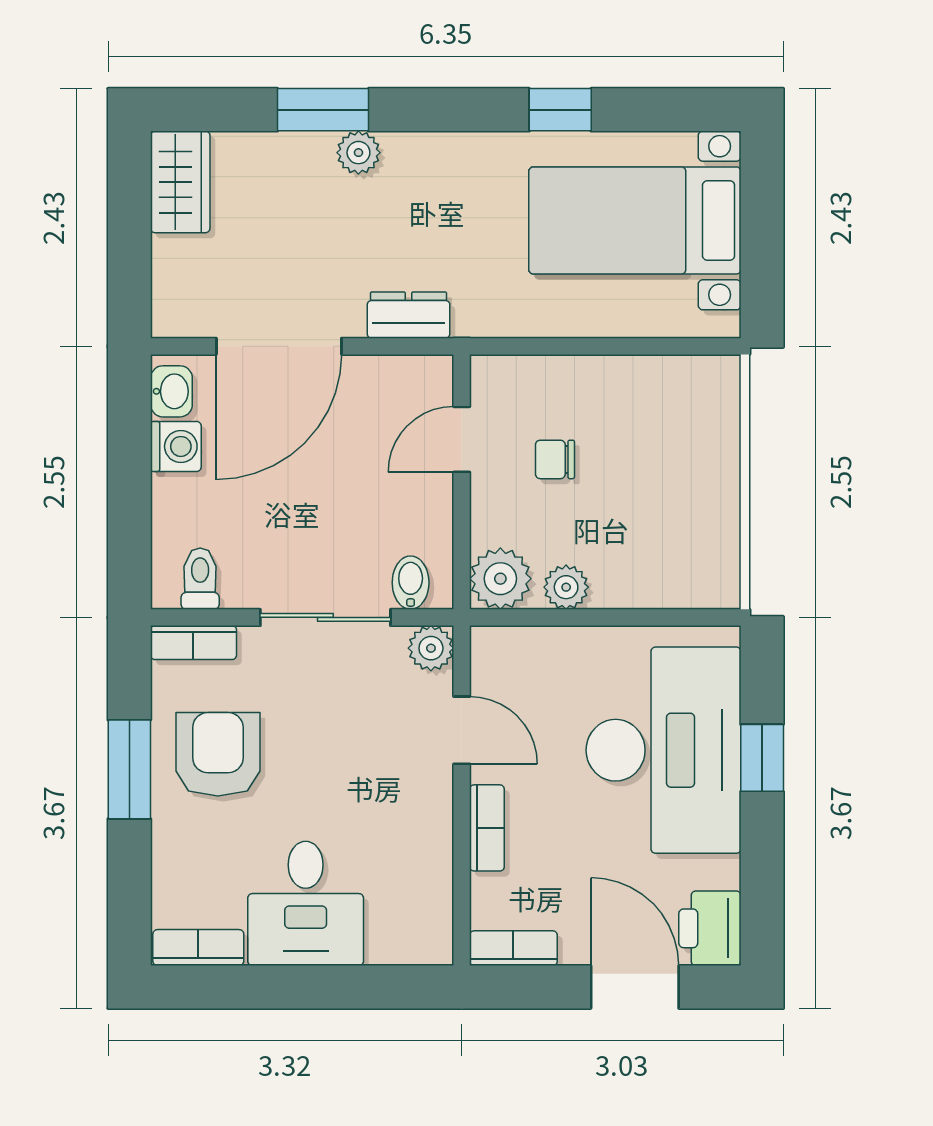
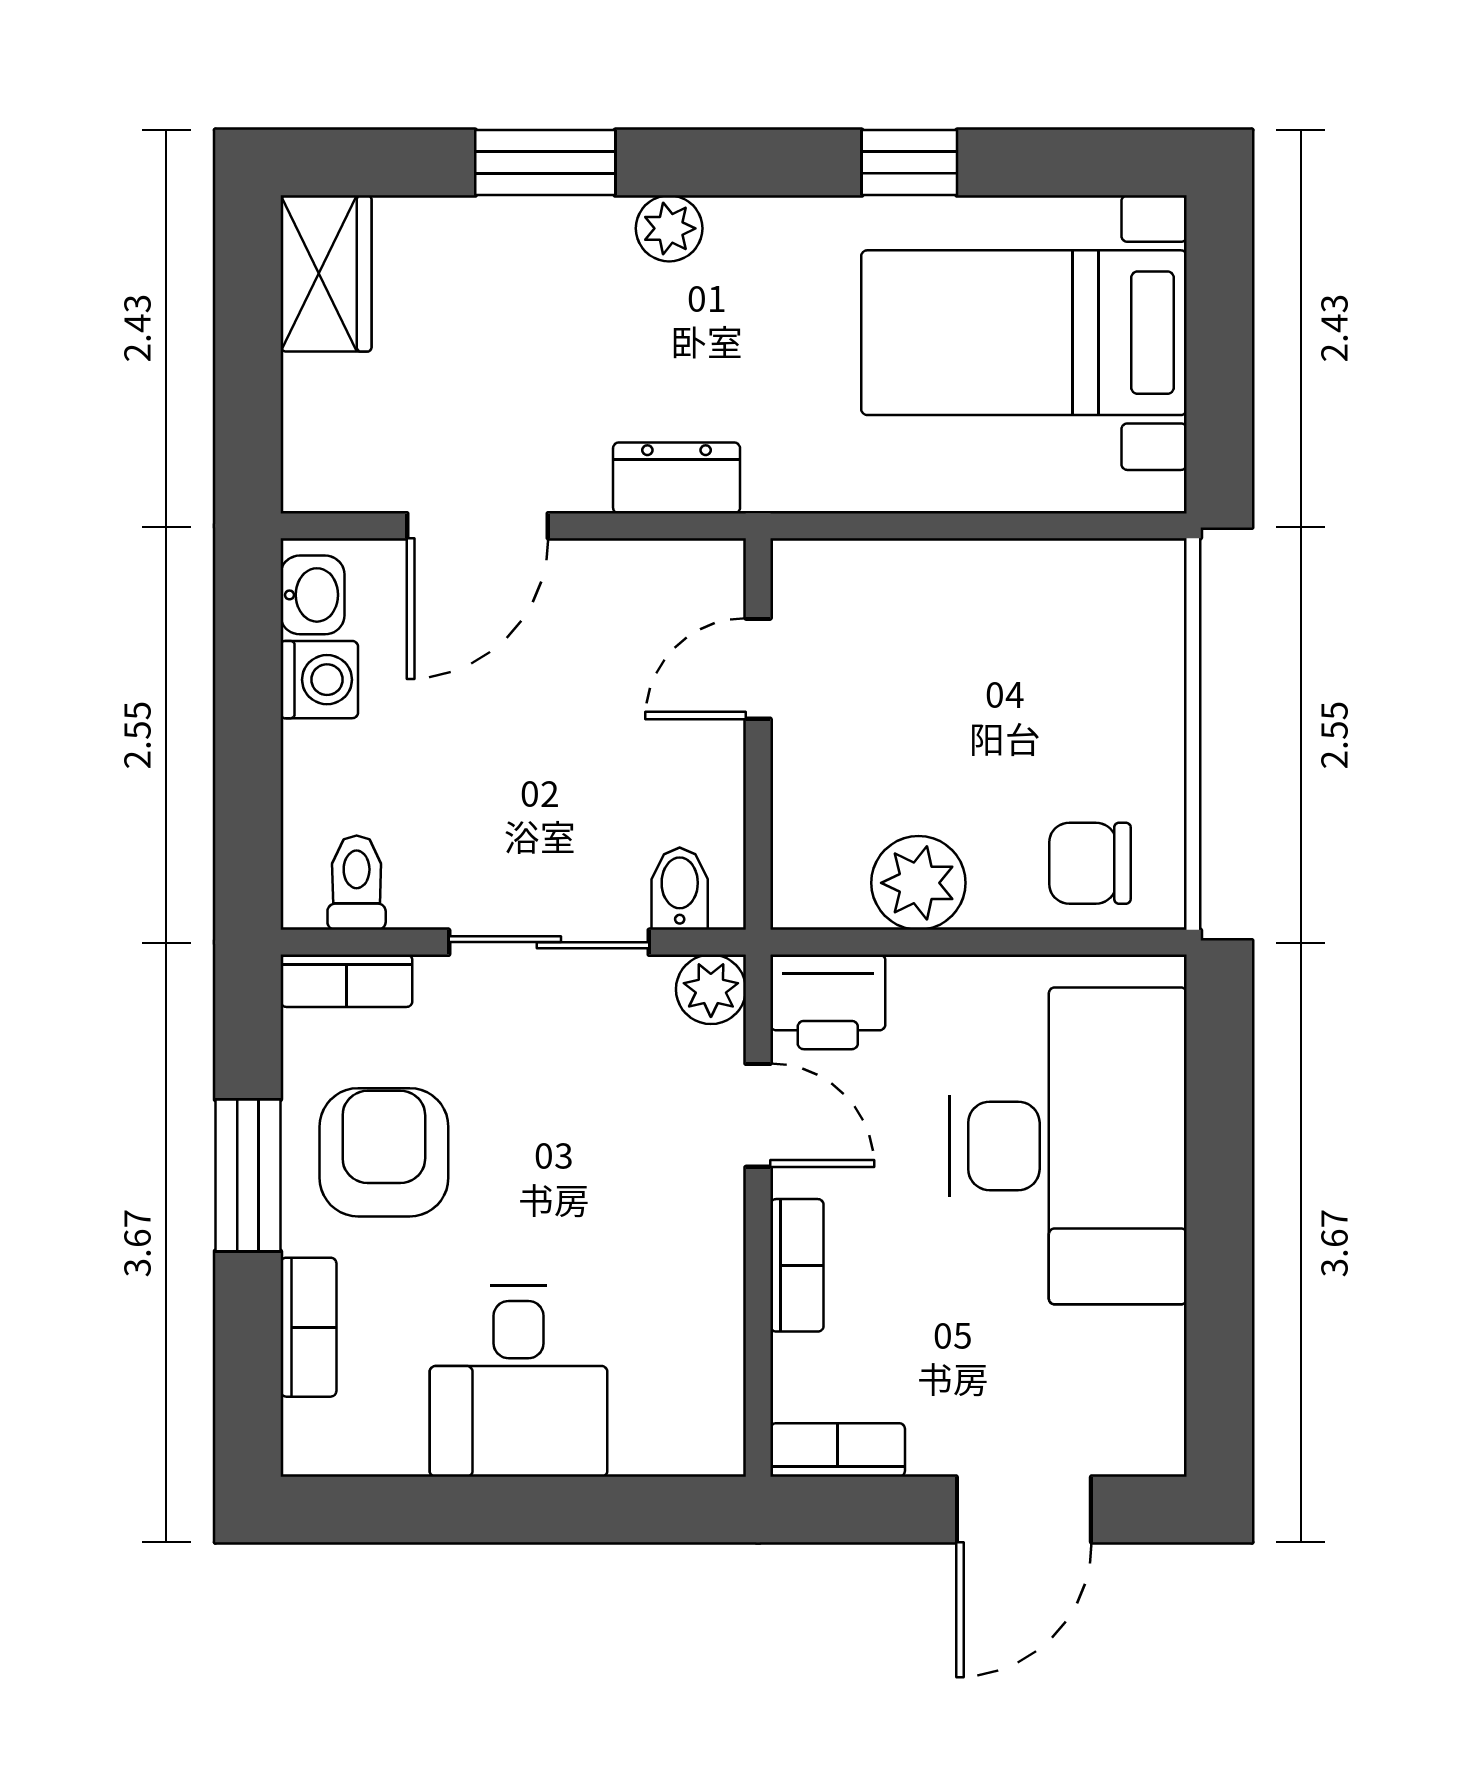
plant: (358, 153) -> (669, 228), moved
door: (279, 346) -> (478, 526), width x0.73
chair: (555, 459) -> (1090, 863), moved, width x1.37, depth x1.37
plant: (500, 579) -> (818, 883), removed
plant: (566, 587) -> (918, 883), width x1.38, depth x1.38
window: (762, 758) -> (1219, 1158), removed
printer: (710, 928) -> (828, 1002), moved, turned -90
bookcase: (198, 948) -> (308, 1327), moved, turned 90
door: (635, 987) -> (1024, 1509), swing flipped

